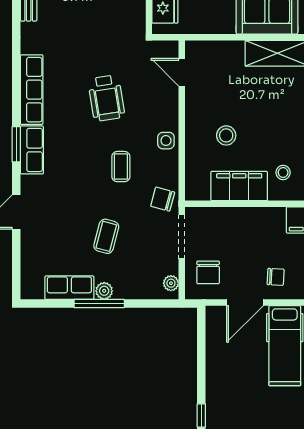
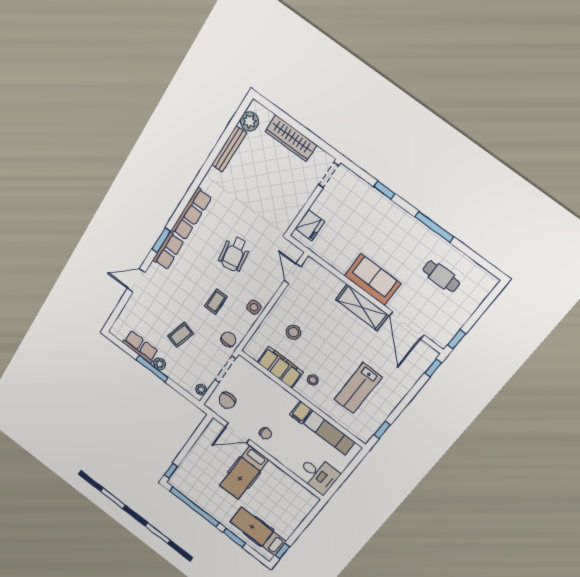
chair: (163, 199) -> (229, 339), turned 75

